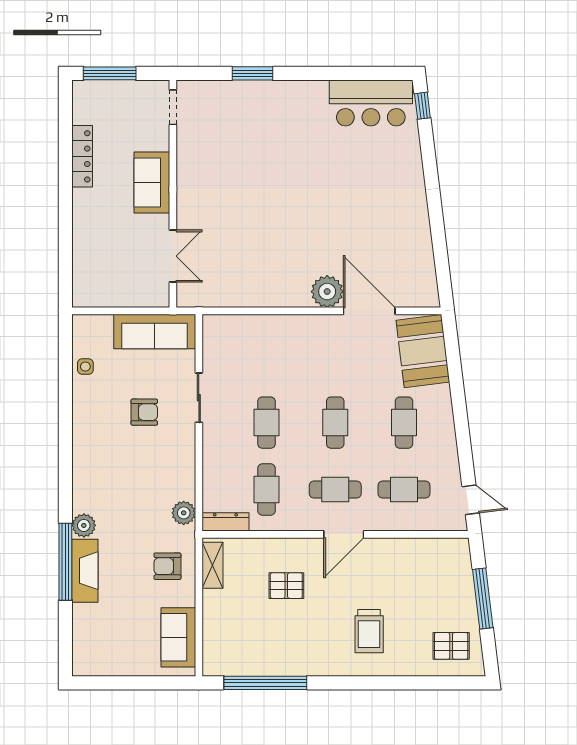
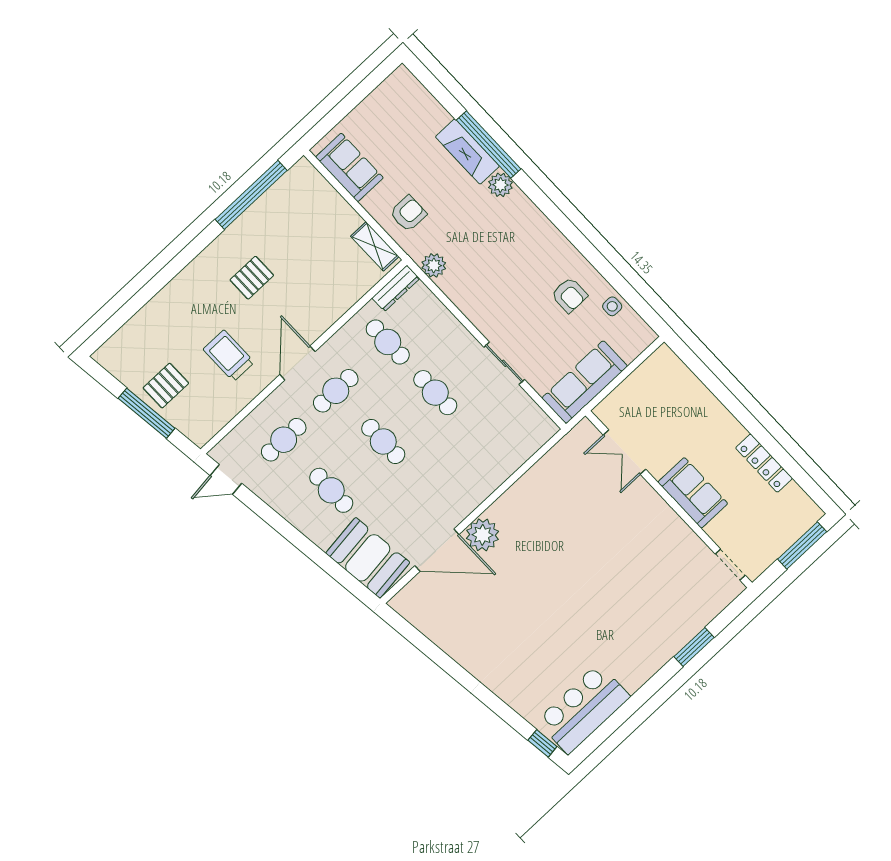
armchair: (144, 412) -> (569, 295), moved, turned -90
pallet: (286, 586) -> (252, 278), moved
trolley: (369, 631) -> (229, 356), moved
pallet: (451, 646) -> (166, 386), moved

